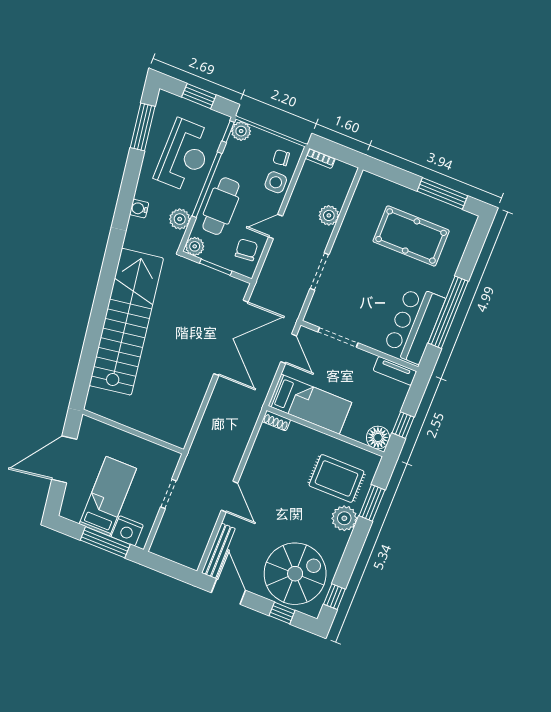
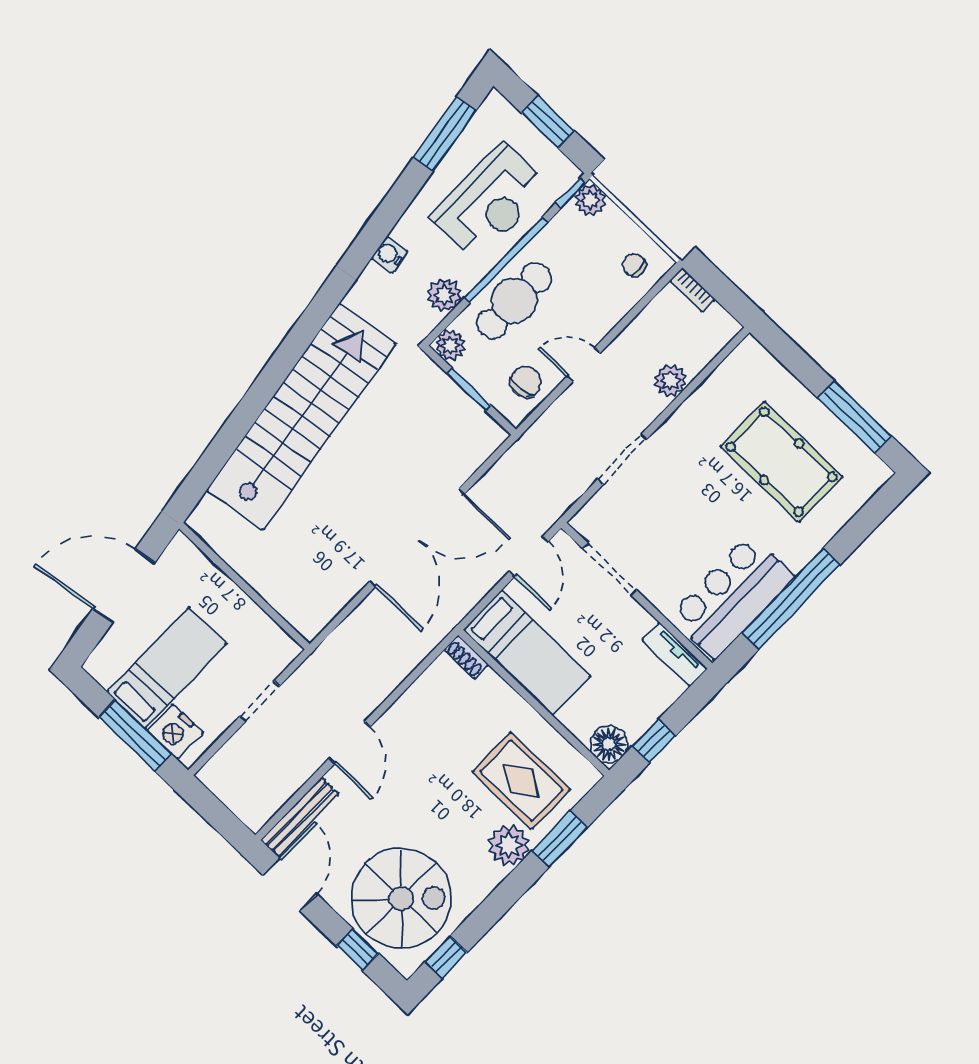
side table: (276, 182) -> (611, 298), removed
double door: (231, 338) -> (417, 538), moved

